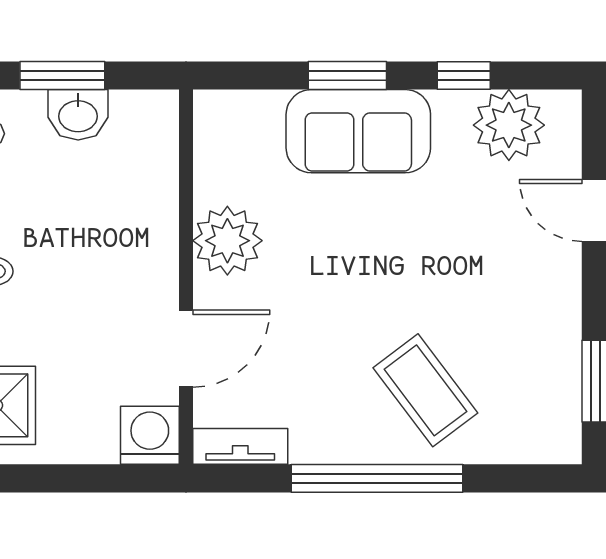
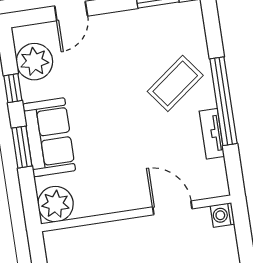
plant: (227, 241) -> (56, 204), moved
washing machine: (150, 435) -> (222, 215), width x0.73, depth x0.73
tv unit: (240, 446) -> (212, 134), moved

